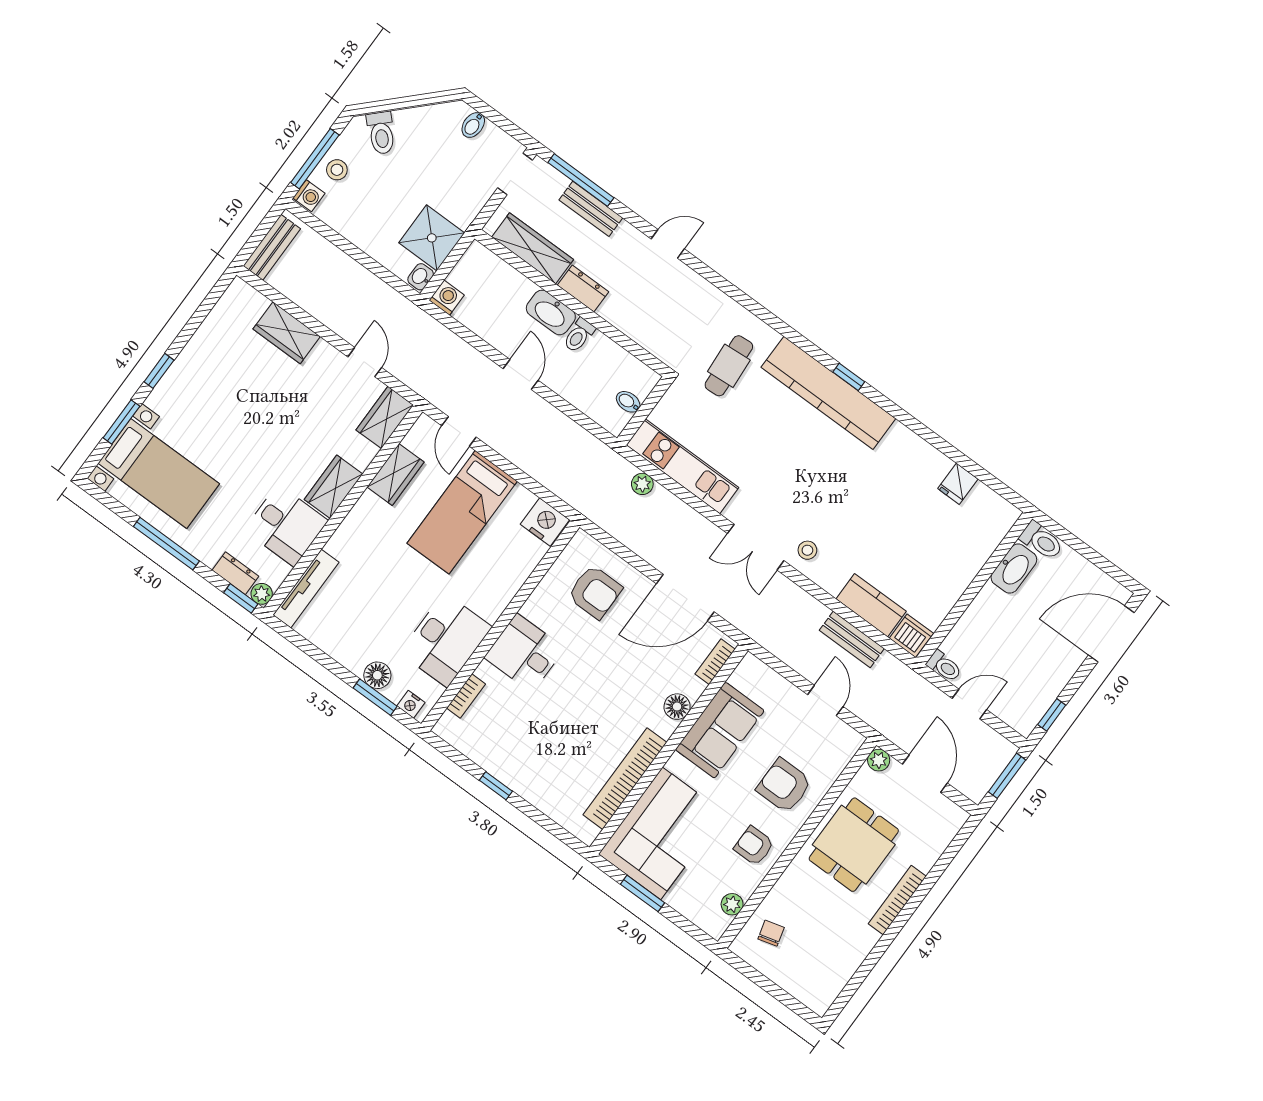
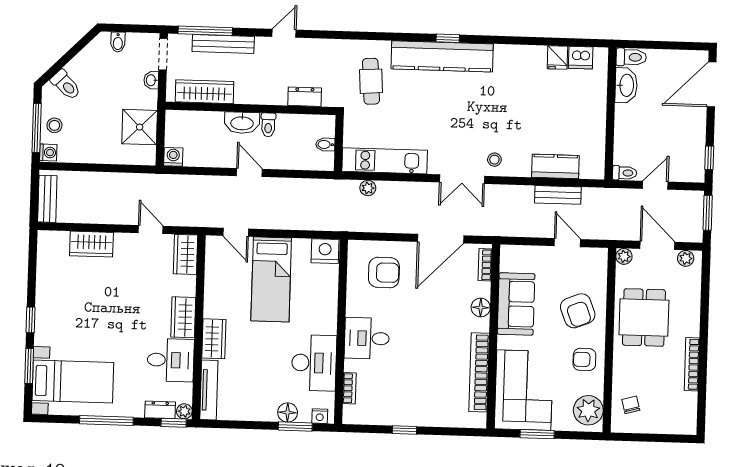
bench: (591, 209) -> (223, 44), width x1.36
washbasin: (421, 277) -> (151, 80), moved
dresser: (583, 289) -> (305, 97), moved
wardrobe: (396, 474) -> (214, 339), moved
dishwasher: (911, 636) -> (581, 58), moved, turned 180
armchair: (784, 786) -> (578, 311), turned -111
plant: (947, 810) -> (686, 258), added
bookcase: (897, 900) -> (692, 364), moved
plant: (732, 904) -> (588, 410), width x1.88, depth x1.88

